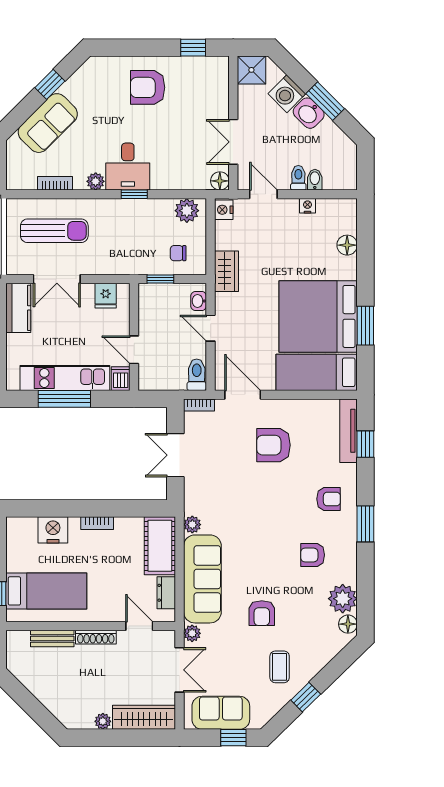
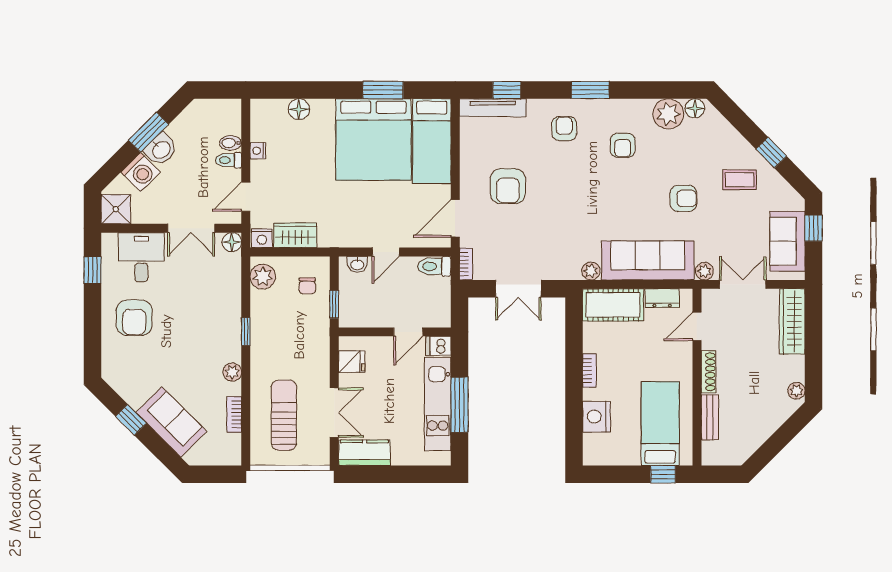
desk: (128, 167) -> (141, 257), moved, turned -90
wardrobe: (226, 271) -> (295, 235), moved
plant: (103, 721) -> (796, 391), moved

